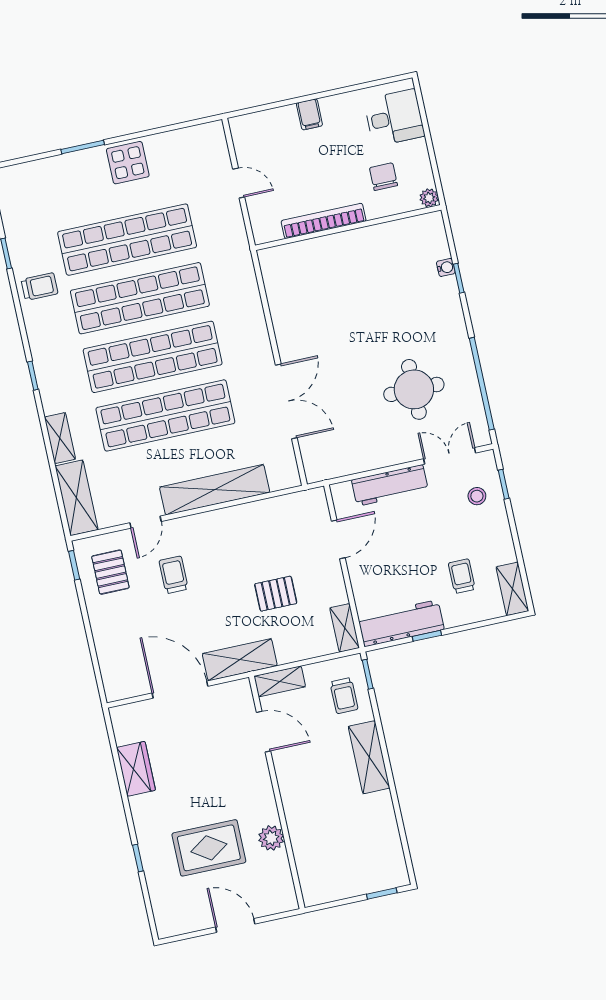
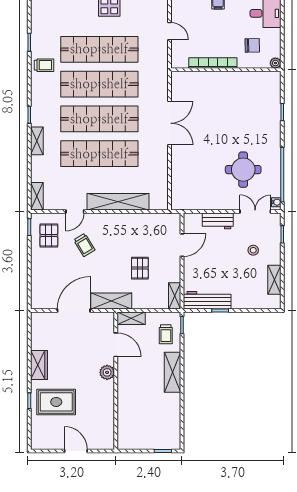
chair: (383, 177) -> (252, 45), turned 89
water cooler: (446, 267) -> (276, 202), moved
double door: (286, 401) -> (169, 123), moved
shelving: (60, 438) -> (37, 141), moved
workbench: (390, 485) -> (218, 221), width x0.73
stool: (477, 496) -> (253, 250), moved
shelving: (77, 498) -> (37, 196), width x0.67, depth x0.75
trolley: (174, 575) -> (84, 245), turned 149
trolley: (462, 576) -> (247, 281), removed
shelving: (512, 589) -> (274, 280), moved
pallet: (276, 594) -> (140, 268), turned 90
door: (180, 690) -> (74, 311), hinge flipped
wardrobe: (136, 769) -> (39, 365), moved
plant: (271, 838) -> (107, 372), moved
rug: (209, 848) -> (56, 402), moved

